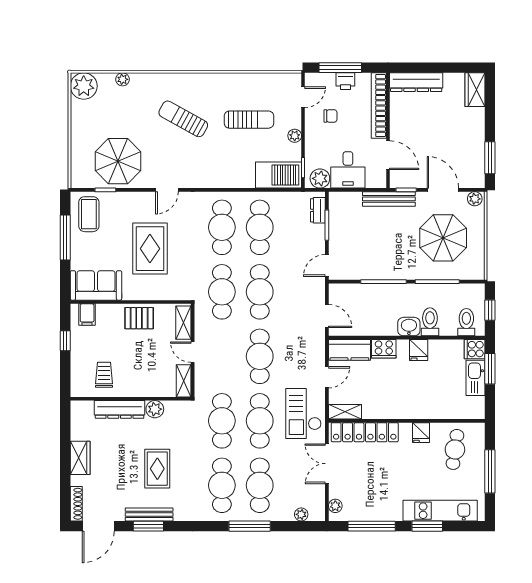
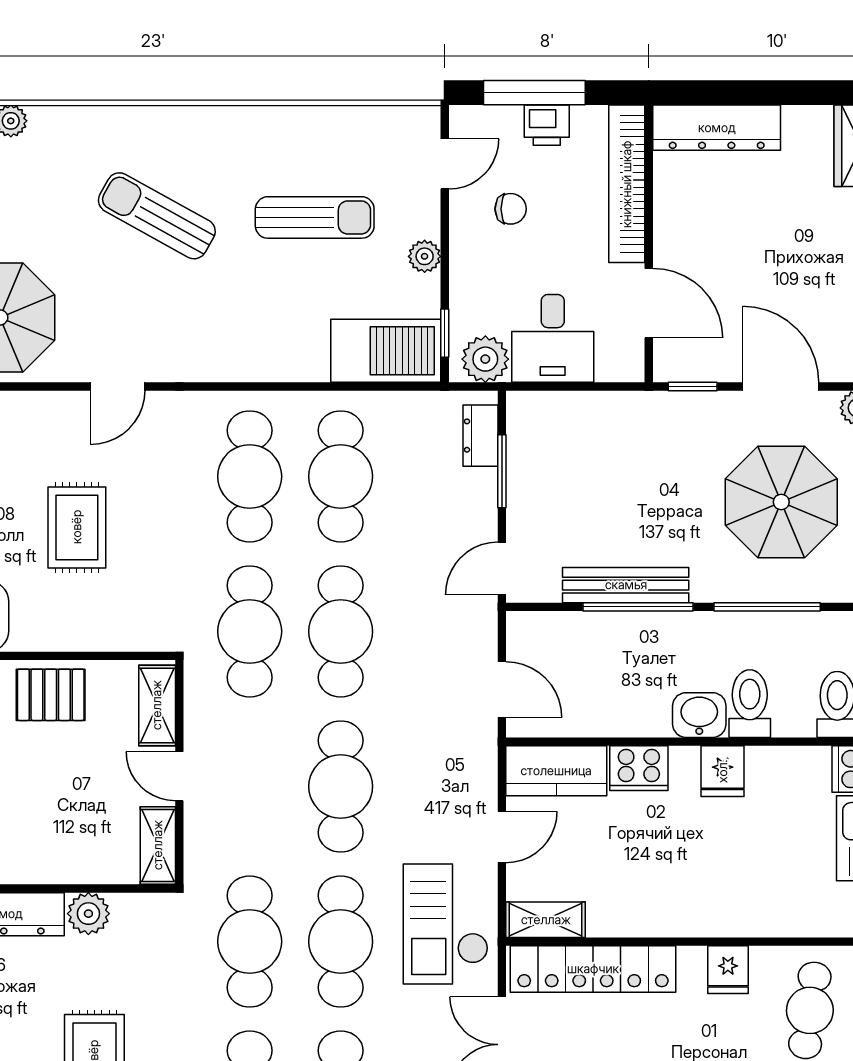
bench: (389, 199) -> (626, 585), moved
rug: (150, 249) -> (77, 527), width x0.73, depth x0.70

